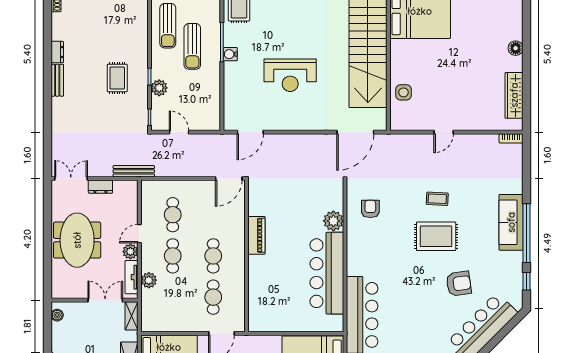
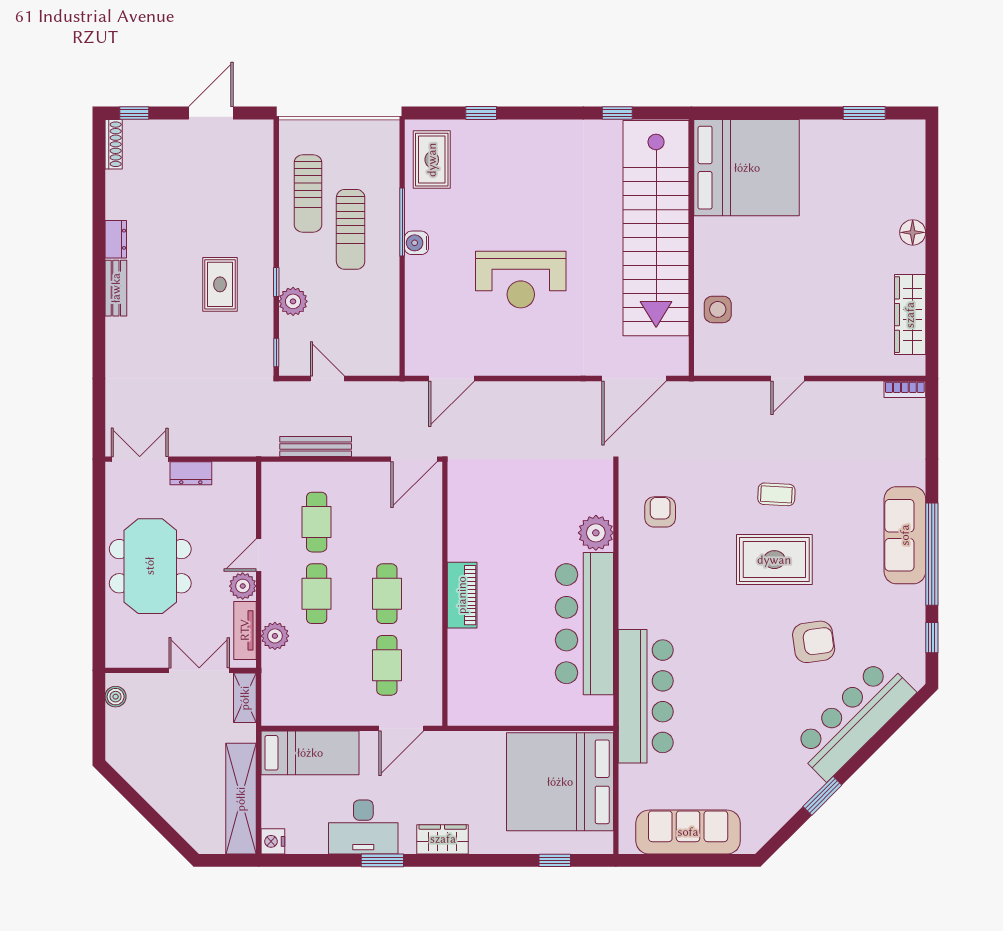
bench: (134, 171) -> (316, 446), moved
piano: (256, 235) -> (462, 595), moved

